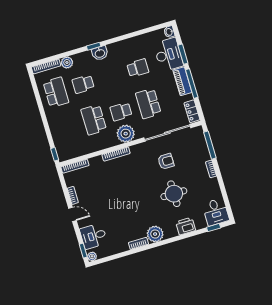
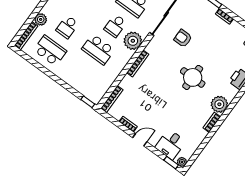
armchair: (166, 161) -> (183, 38), turned -90
round table: (174, 194) -> (193, 77), moved

